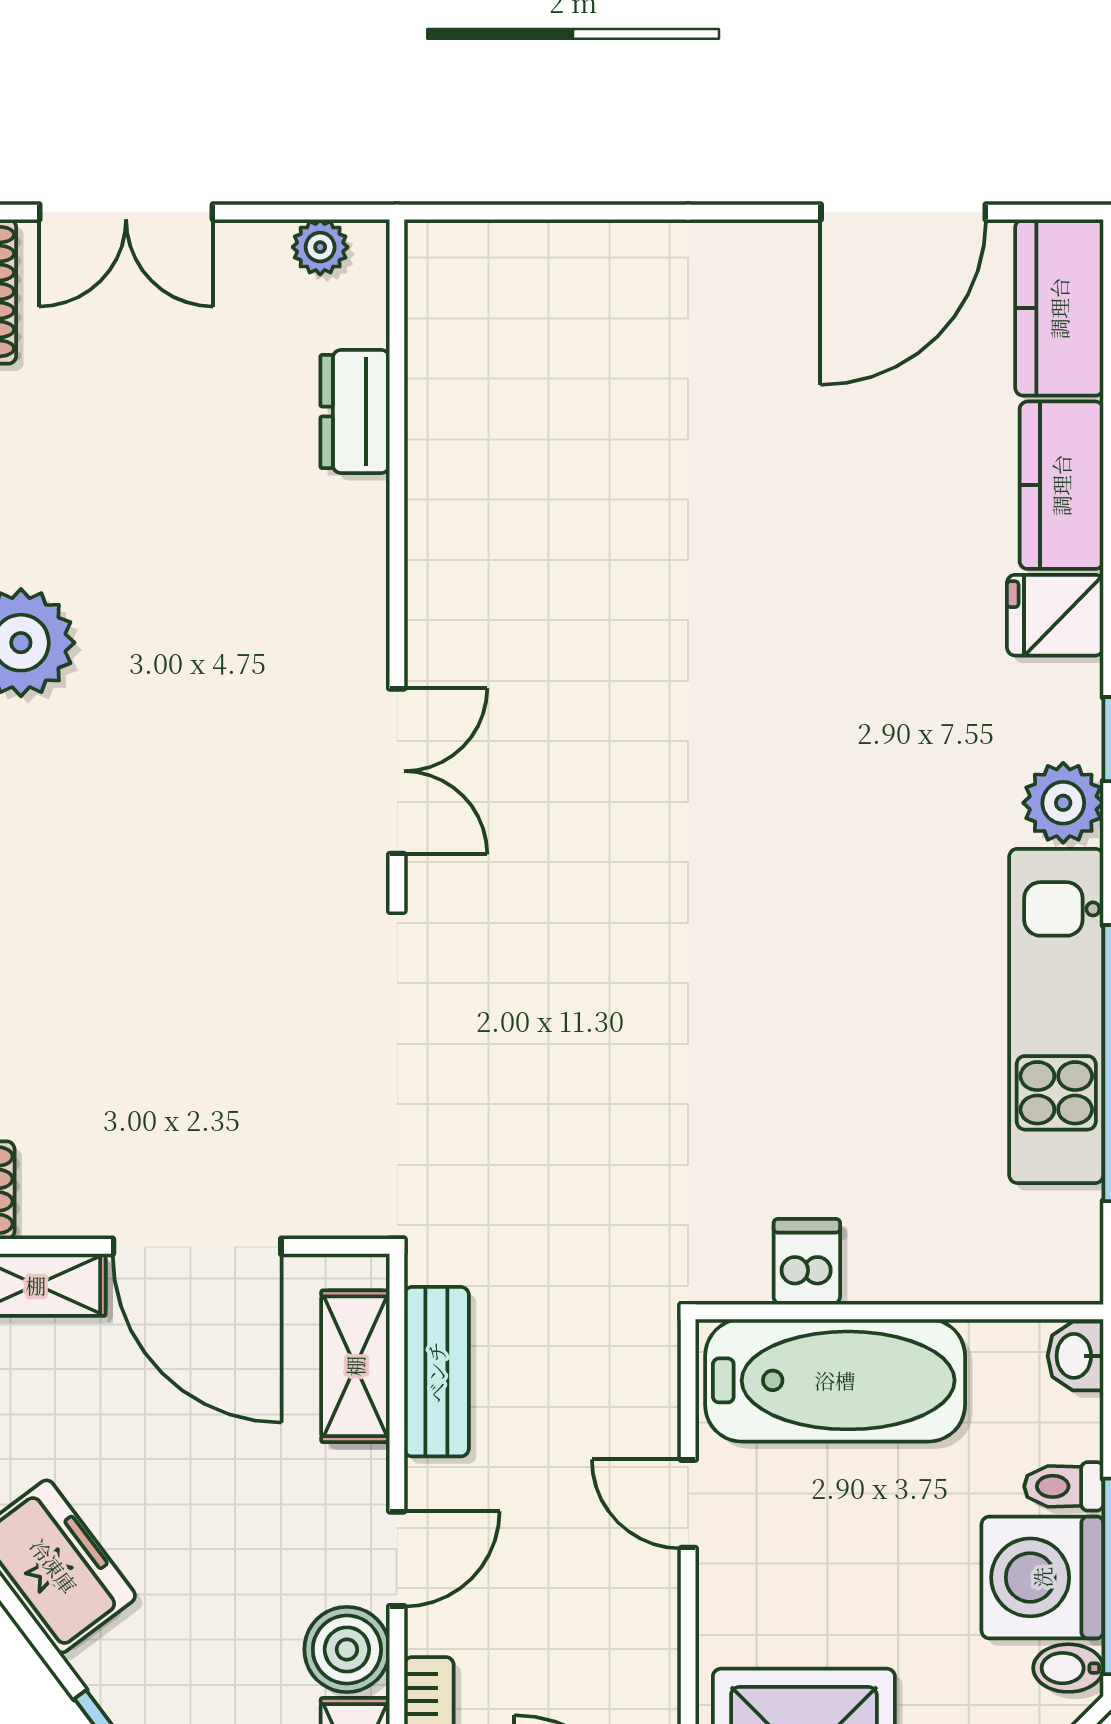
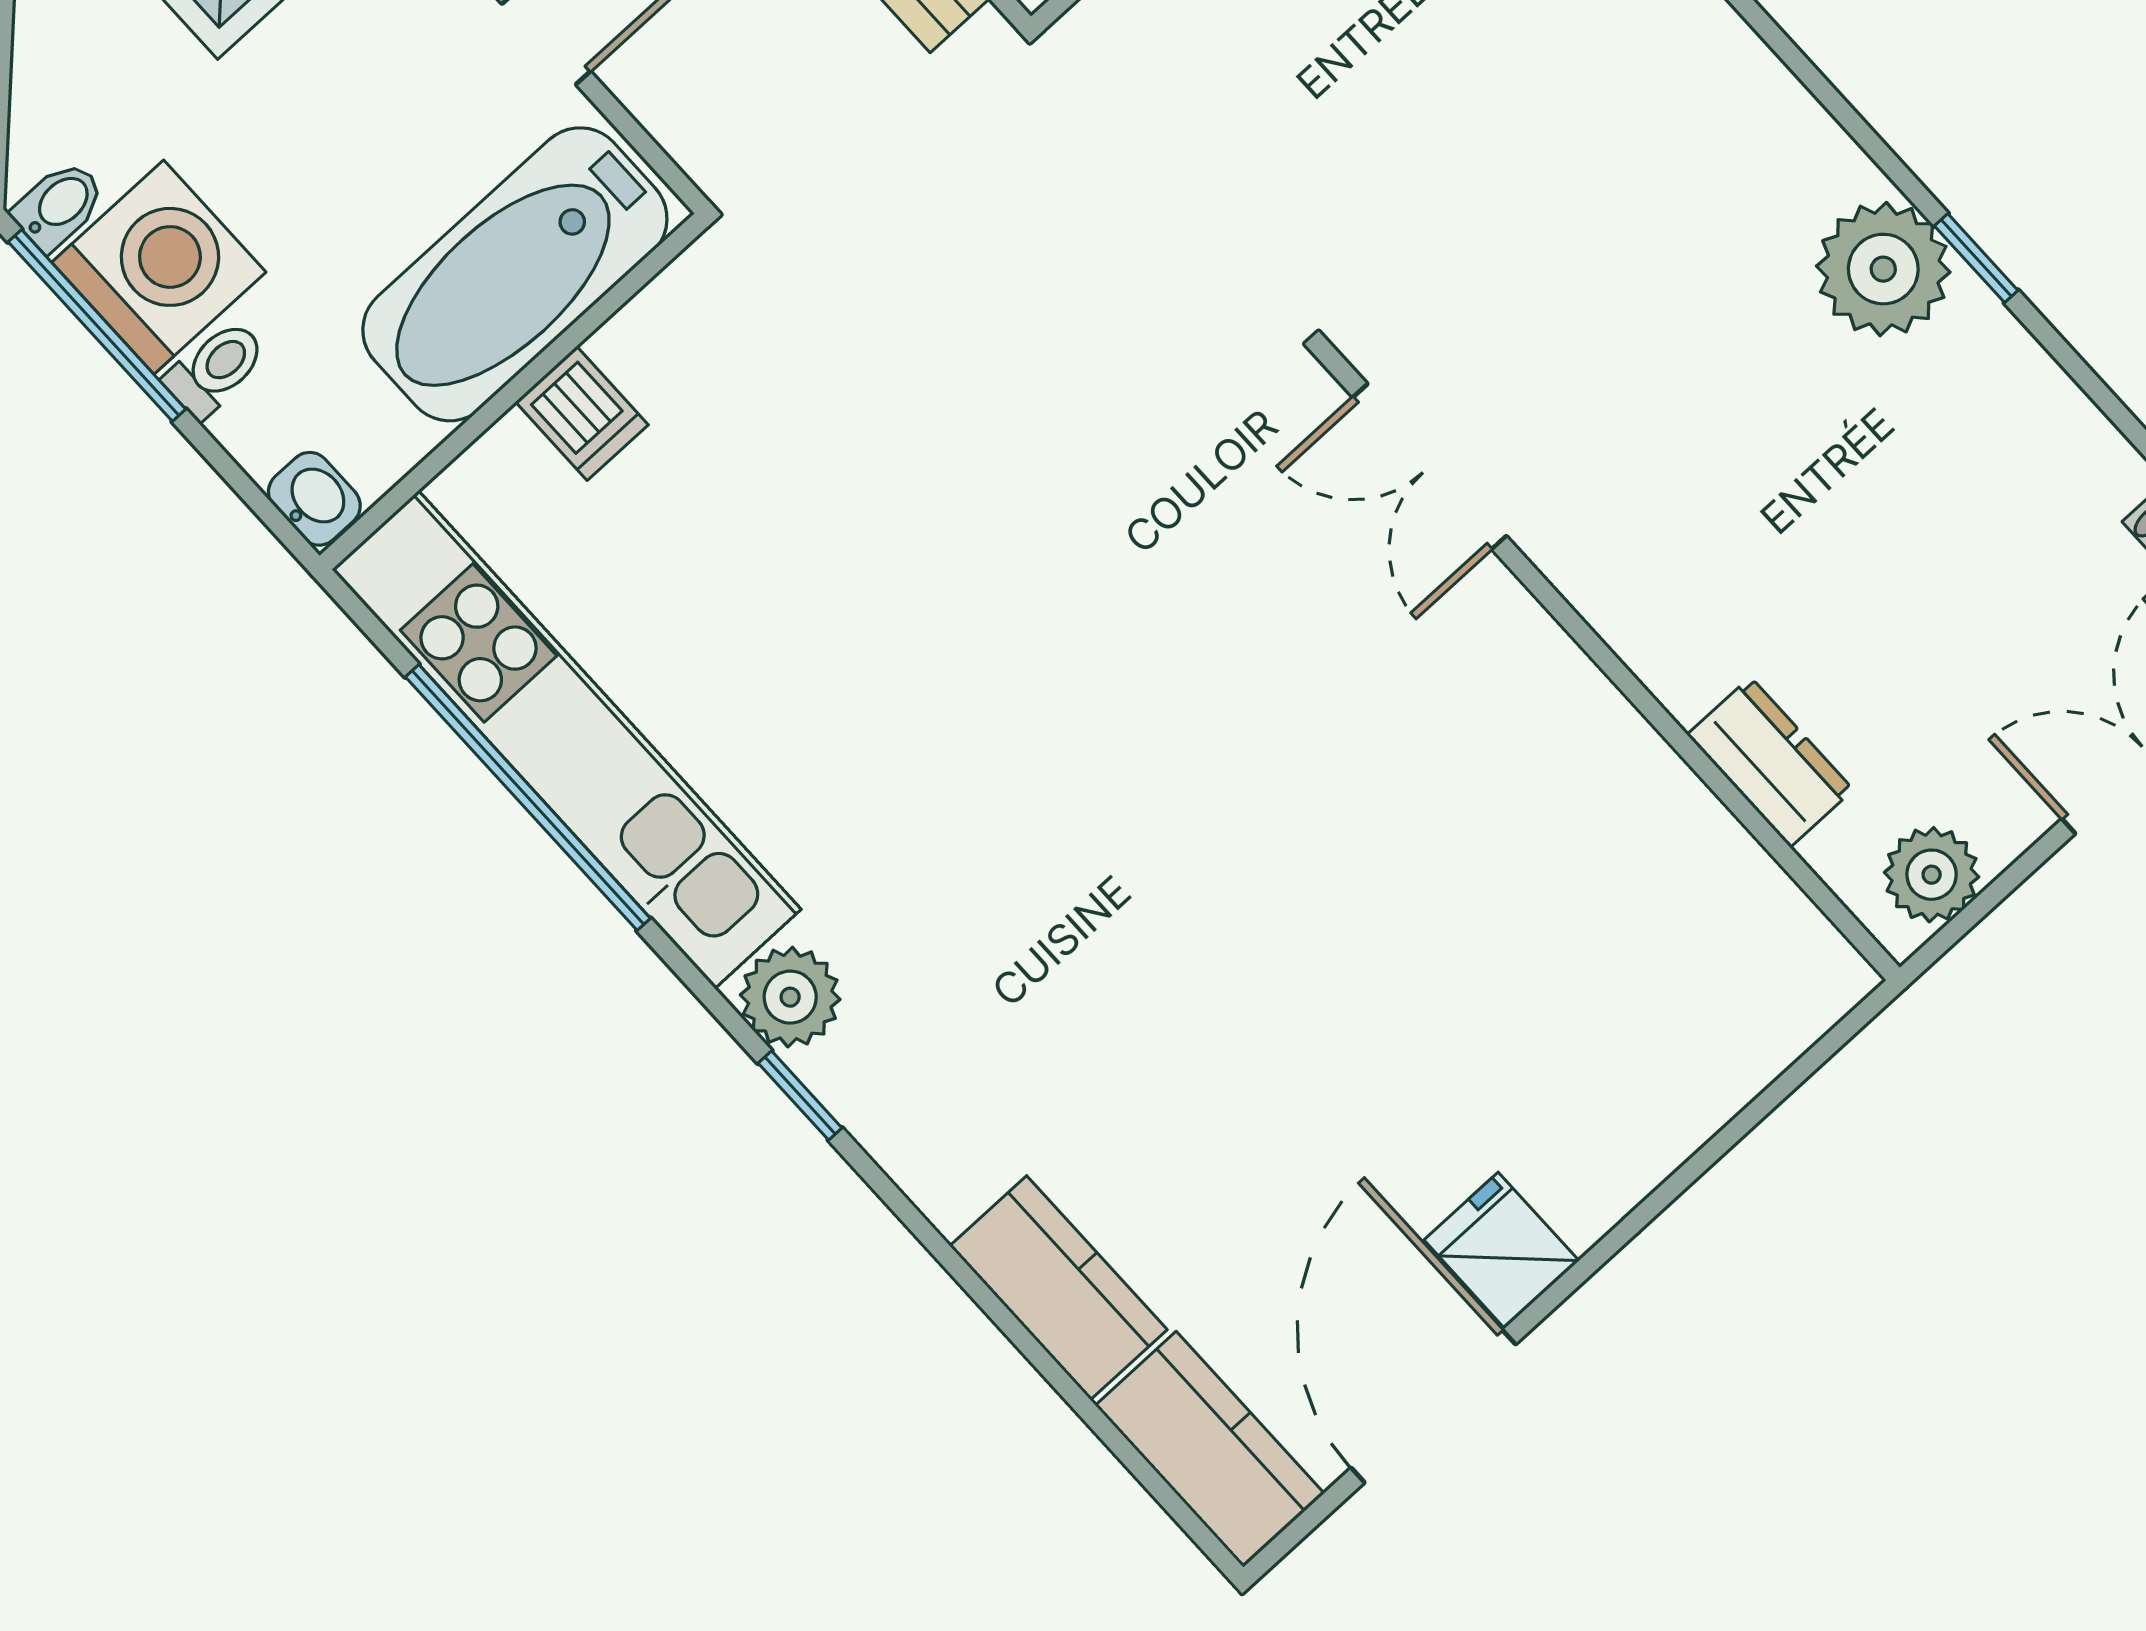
plant: (320, 247) -> (1932, 875), width x1.38, depth x1.38
fridge: (1055, 615) -> (1501, 1250), moved, turned -90
kitchen unit: (1056, 1016) -> (567, 739), width x1.36
dishwasher: (807, 1262) -> (582, 413), moved

